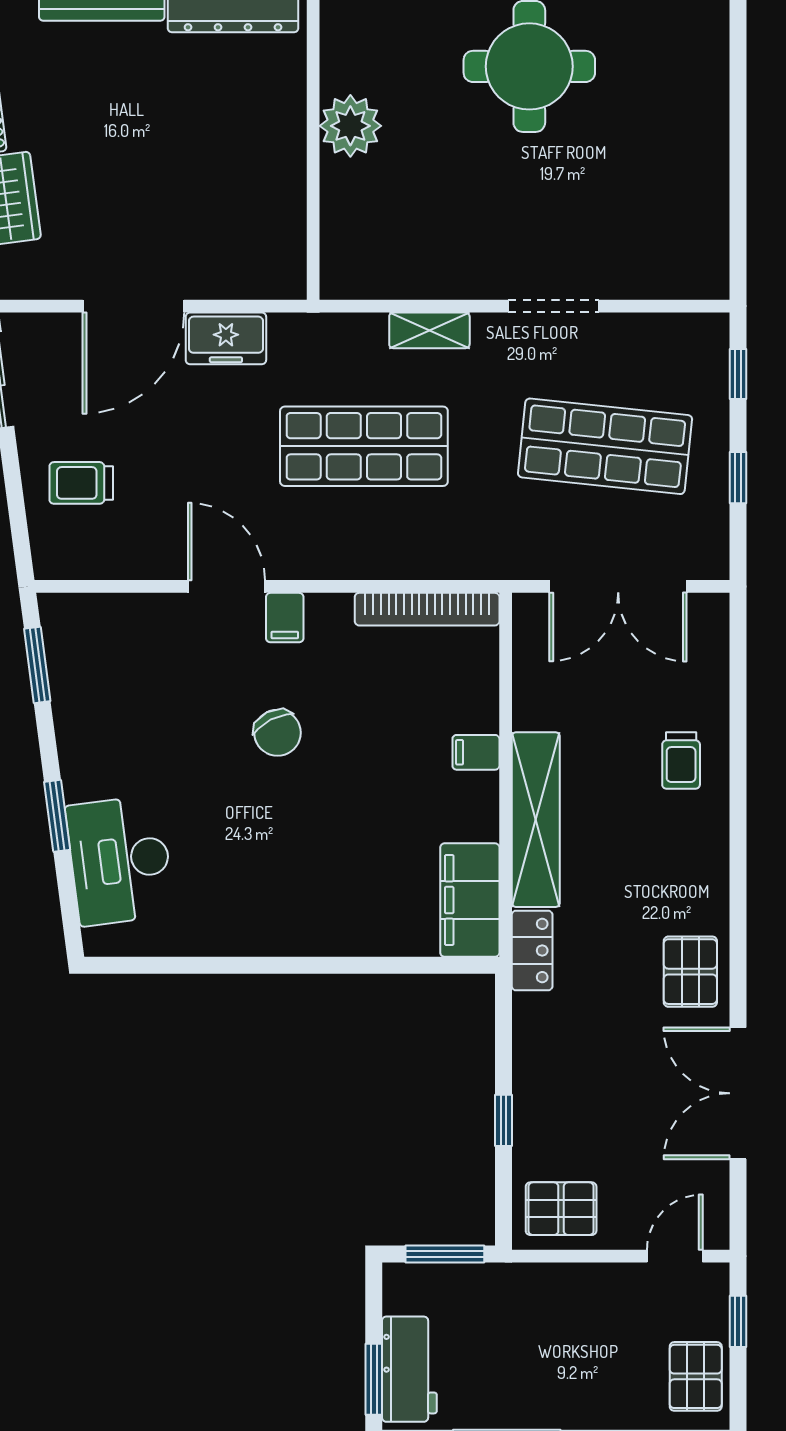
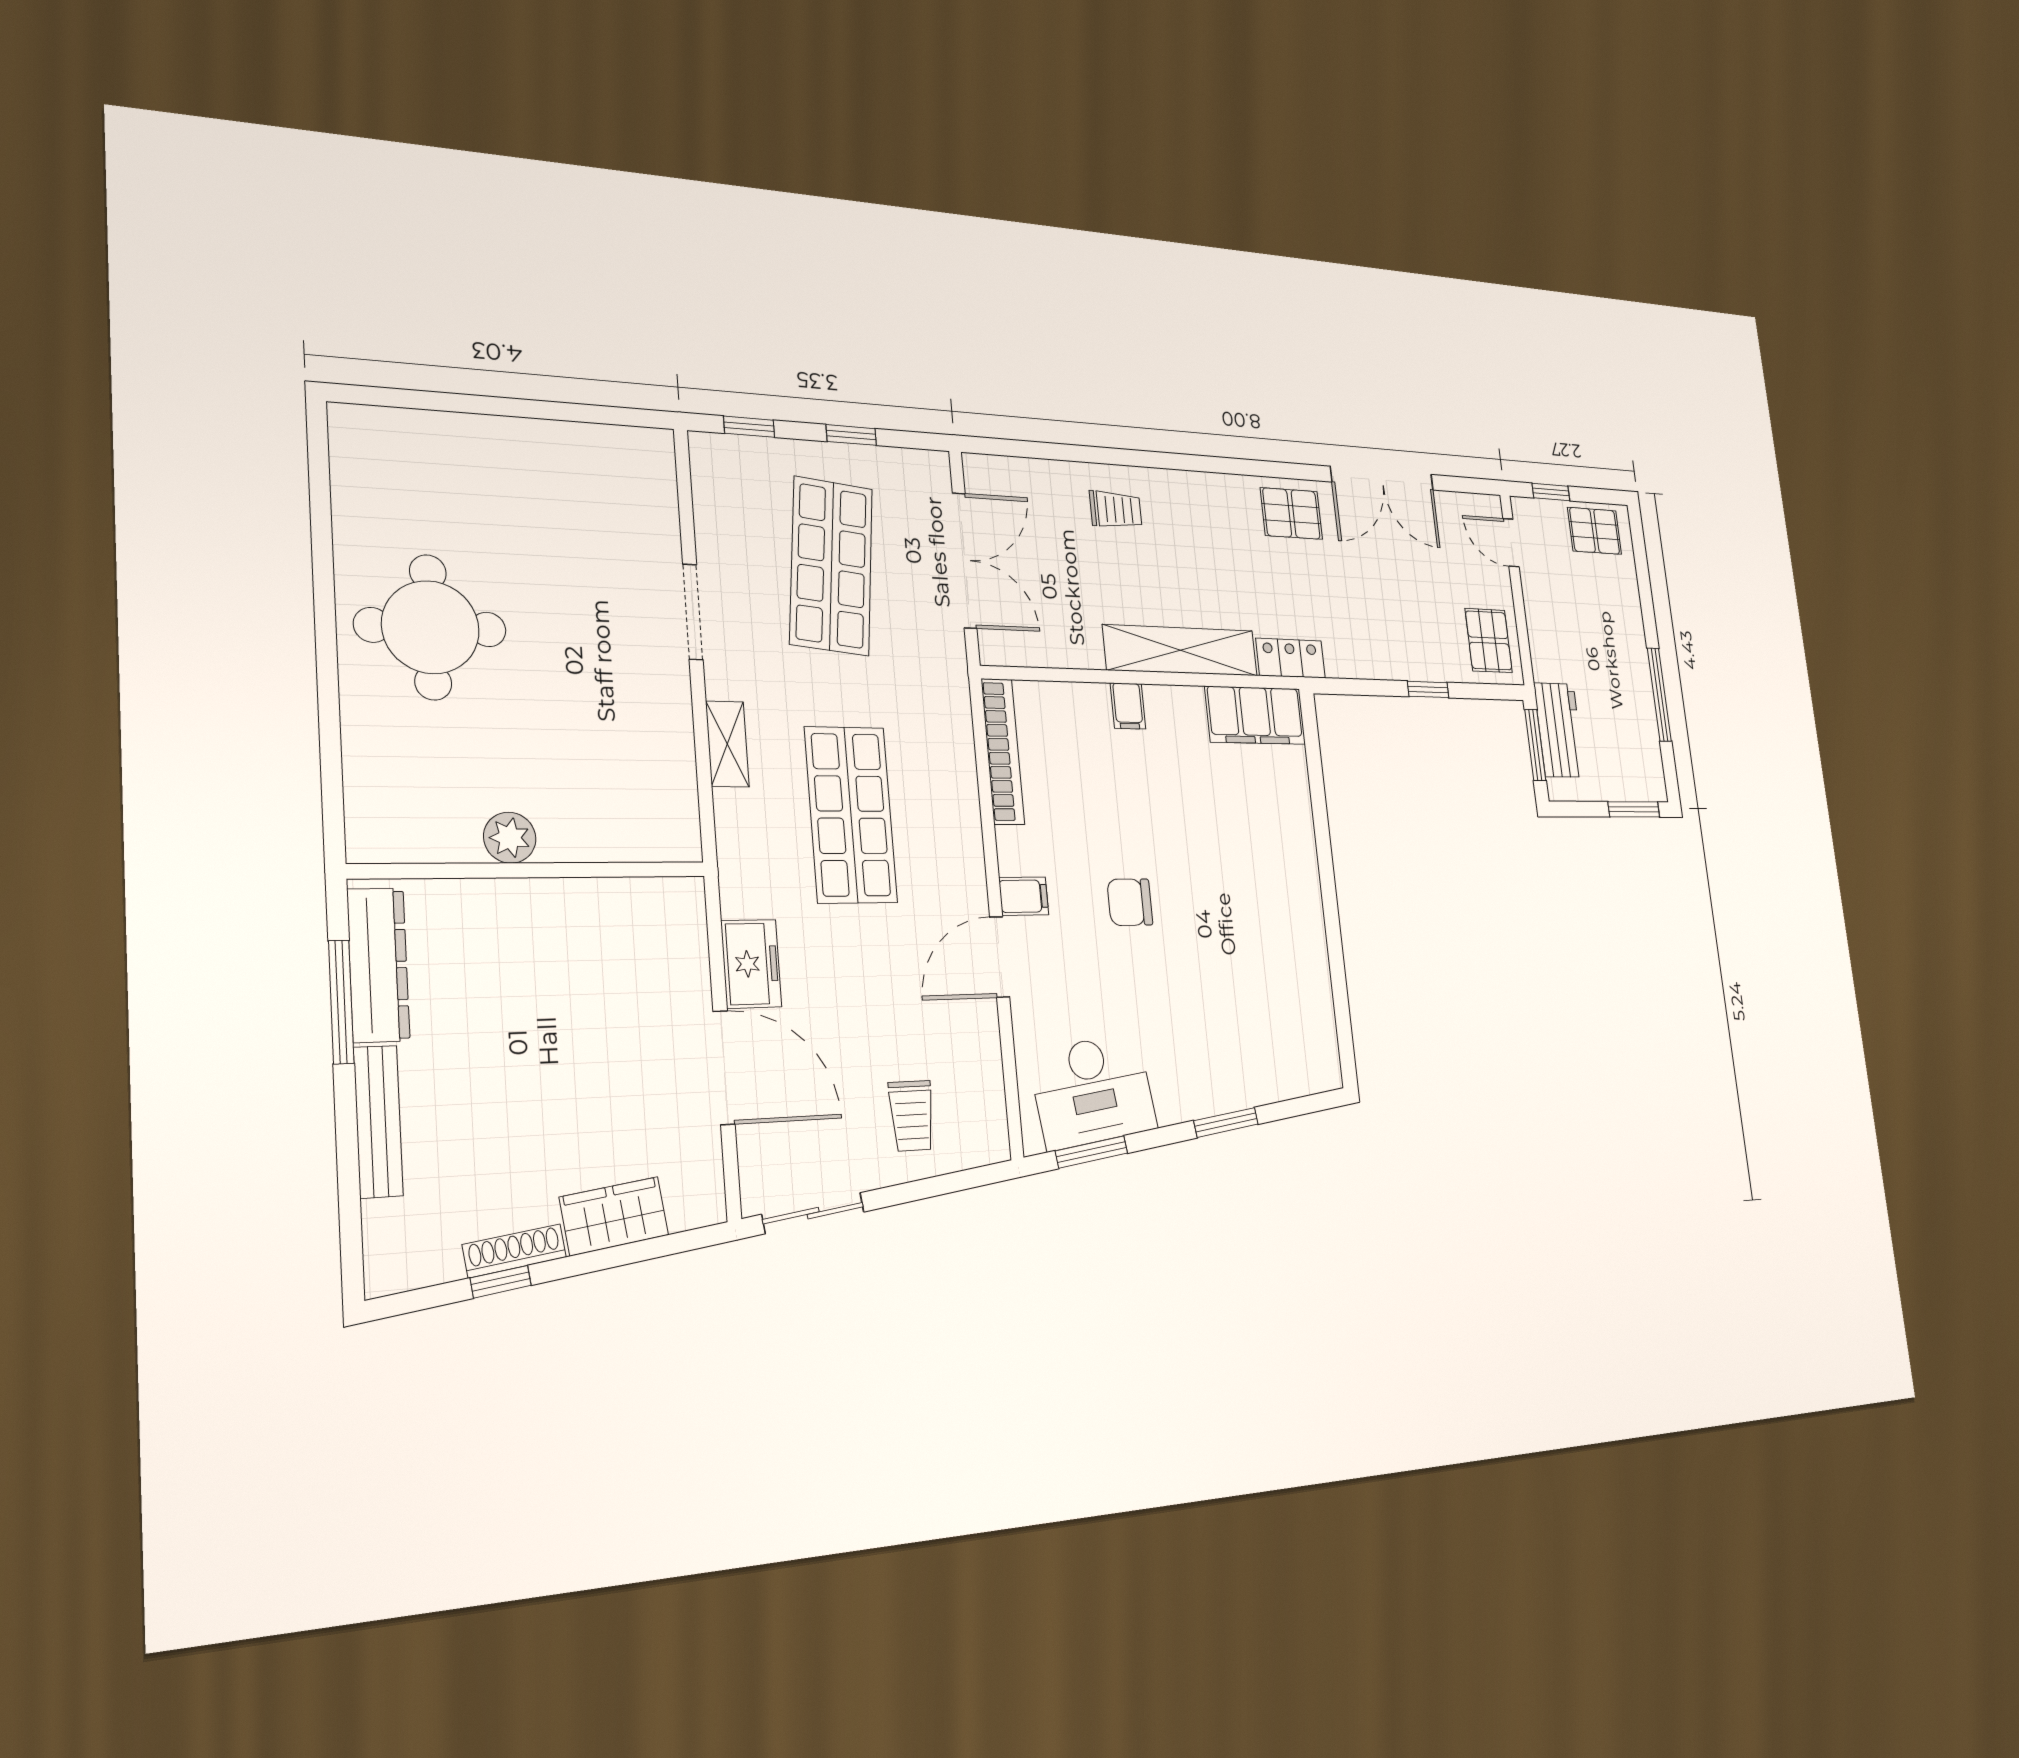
plant: (350, 126) -> (510, 838), width x0.73, depth x0.73
chair: (277, 733) -> (1130, 902), turned -153
desk: (120, 860) -> (1093, 1091), moved
workbench: (409, 1369) -> (1559, 730), moved, turned 90

